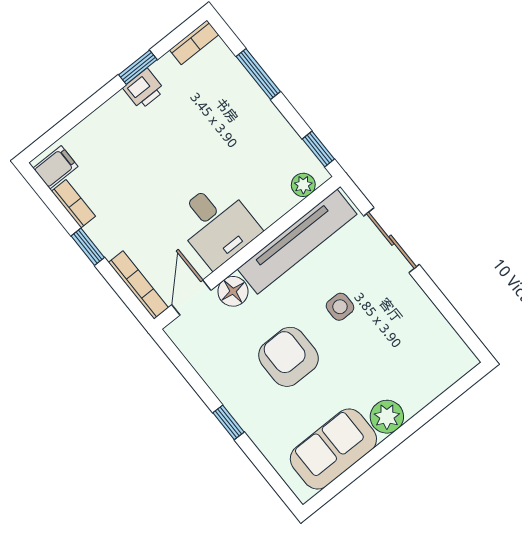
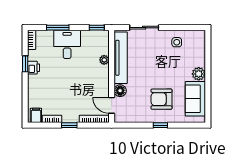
plant: (303, 185) -> (104, 60), moved
desk: (217, 224) -> (67, 44), moved, turned -90
side table: (340, 307) -> (177, 42), moved
armchair: (288, 357) -> (161, 99), moved

